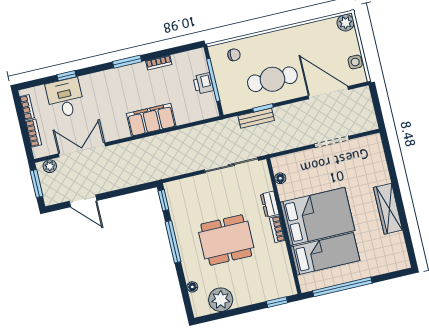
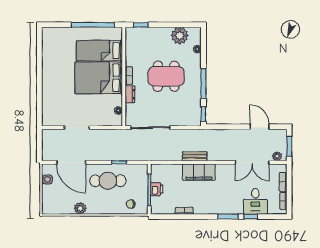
plant: (346, 23) -> (80, 208), moved
window: (127, 62) -> (228, 217), moved
bench: (256, 118) -> (195, 156), moved
wardrobe: (388, 209) -> (48, 72), removed

